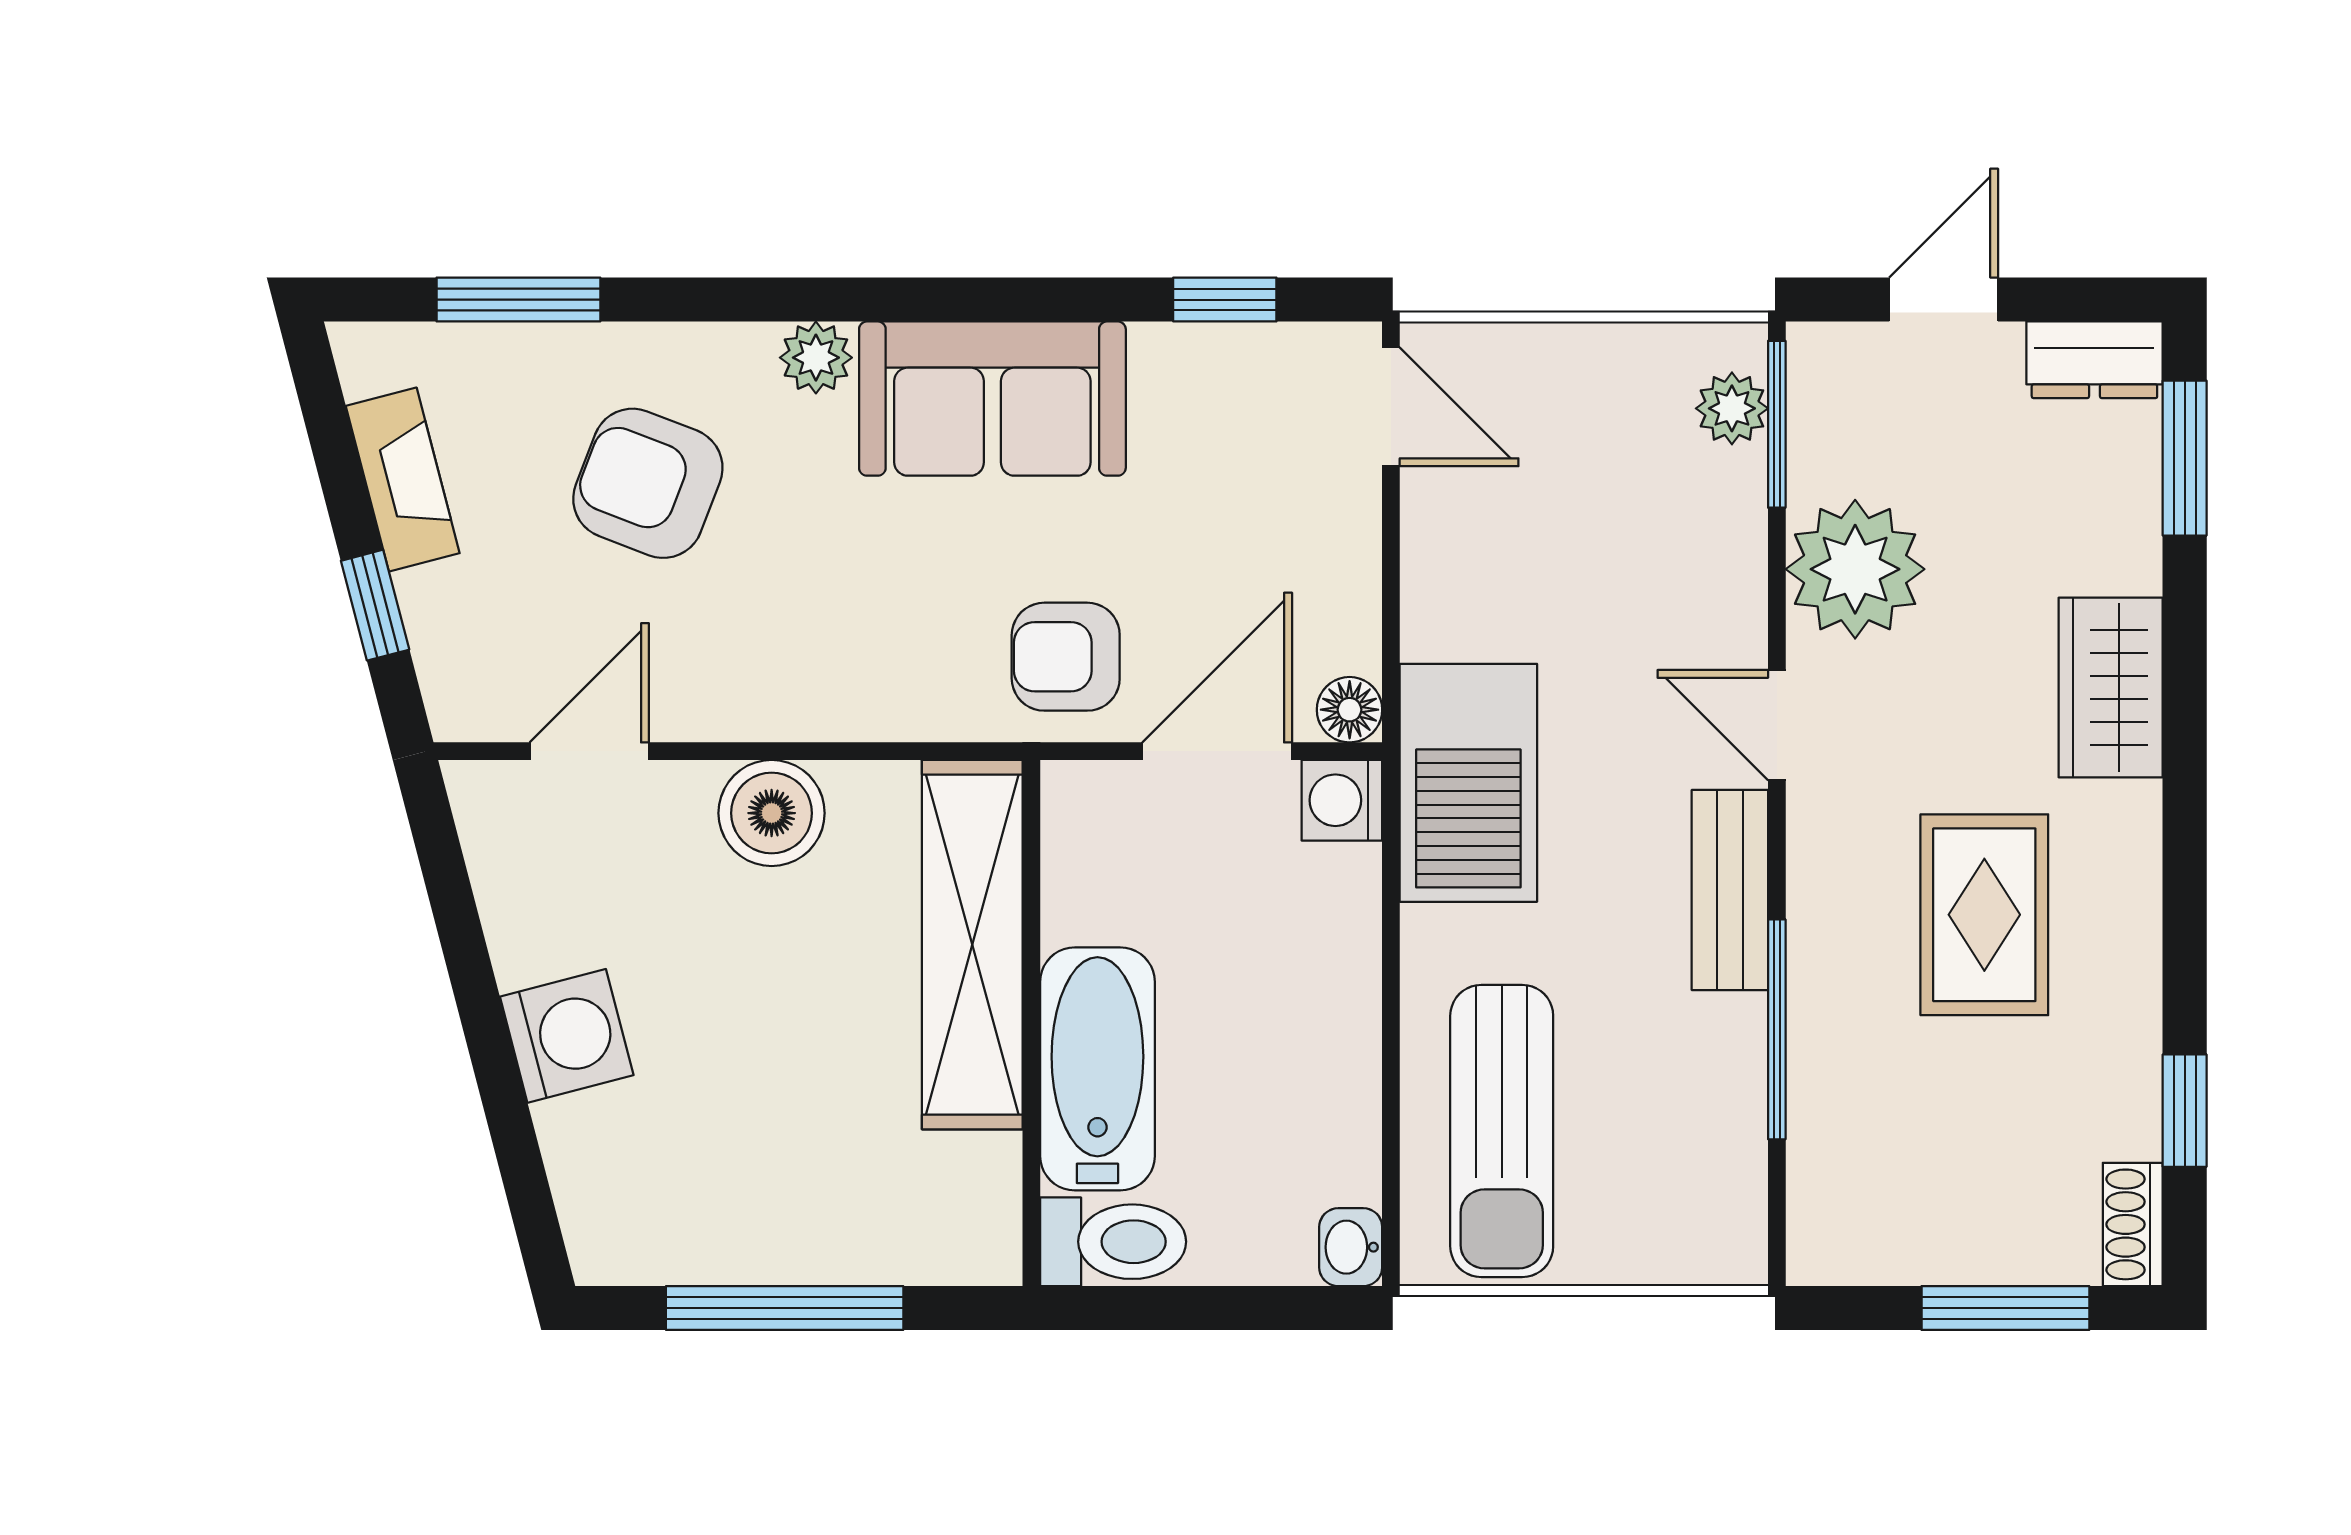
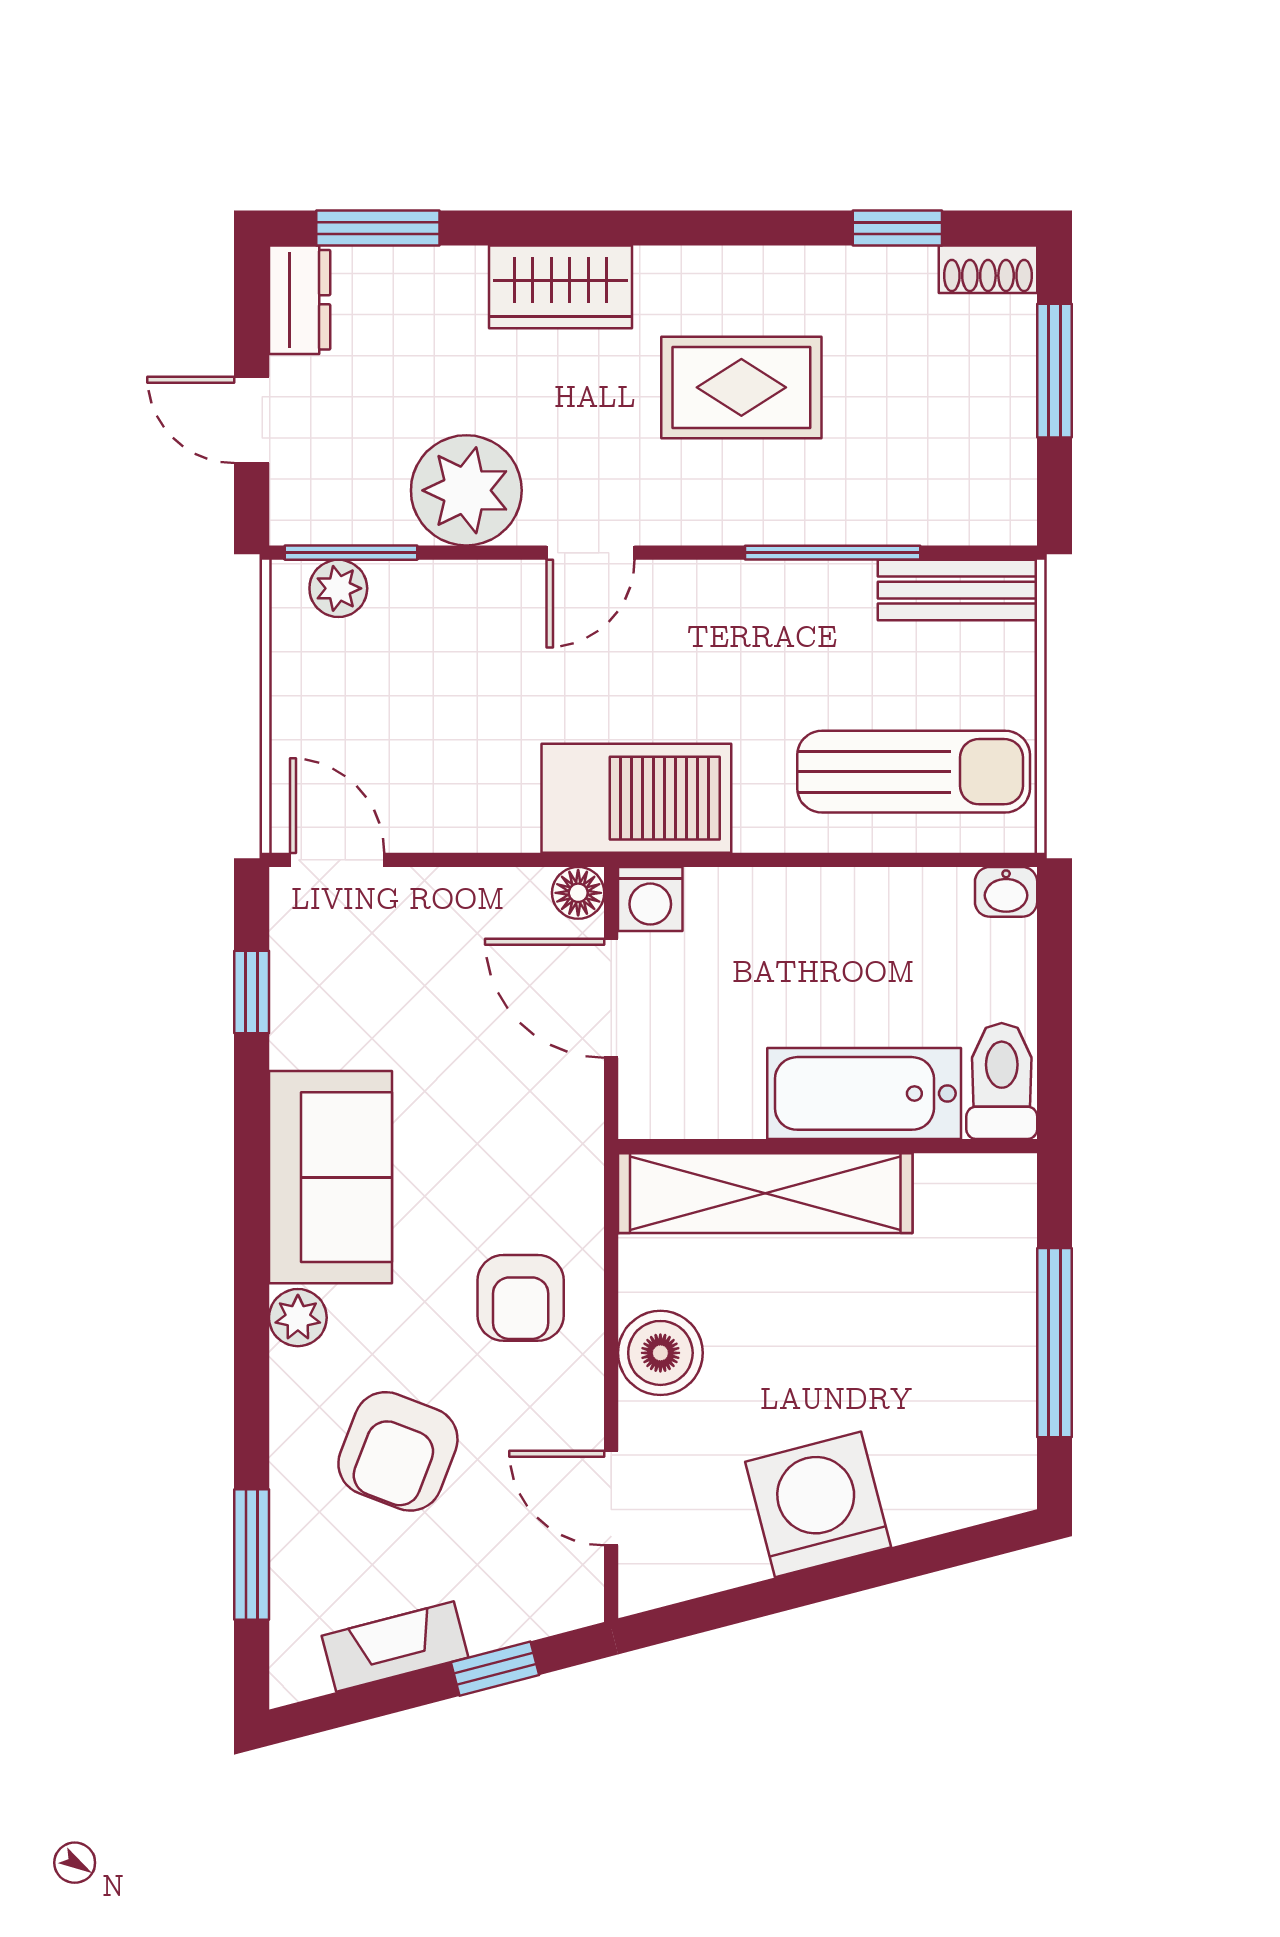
door: (1391, 407) -> (337, 860), hinge flipped
armchair: (1066, 657) -> (521, 1298), moved
bench: (1730, 890) -> (957, 590), moved
washing machine: (567, 1036) -> (818, 1504), width x1.37, depth x1.37

